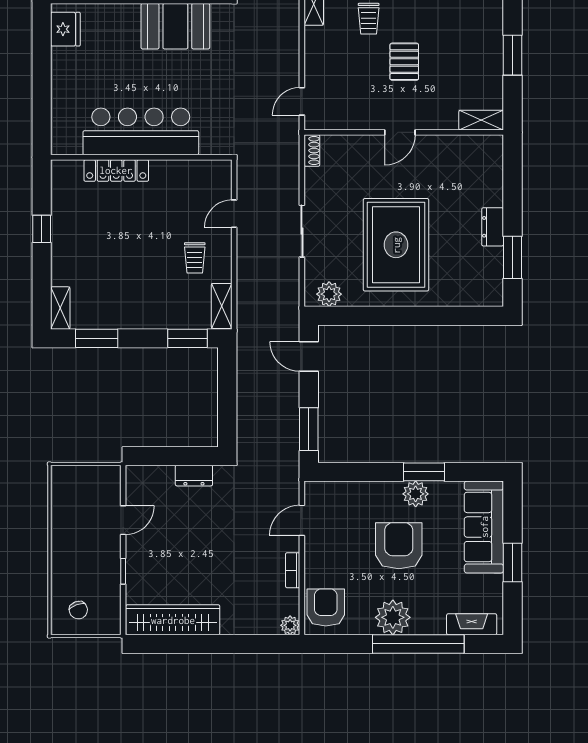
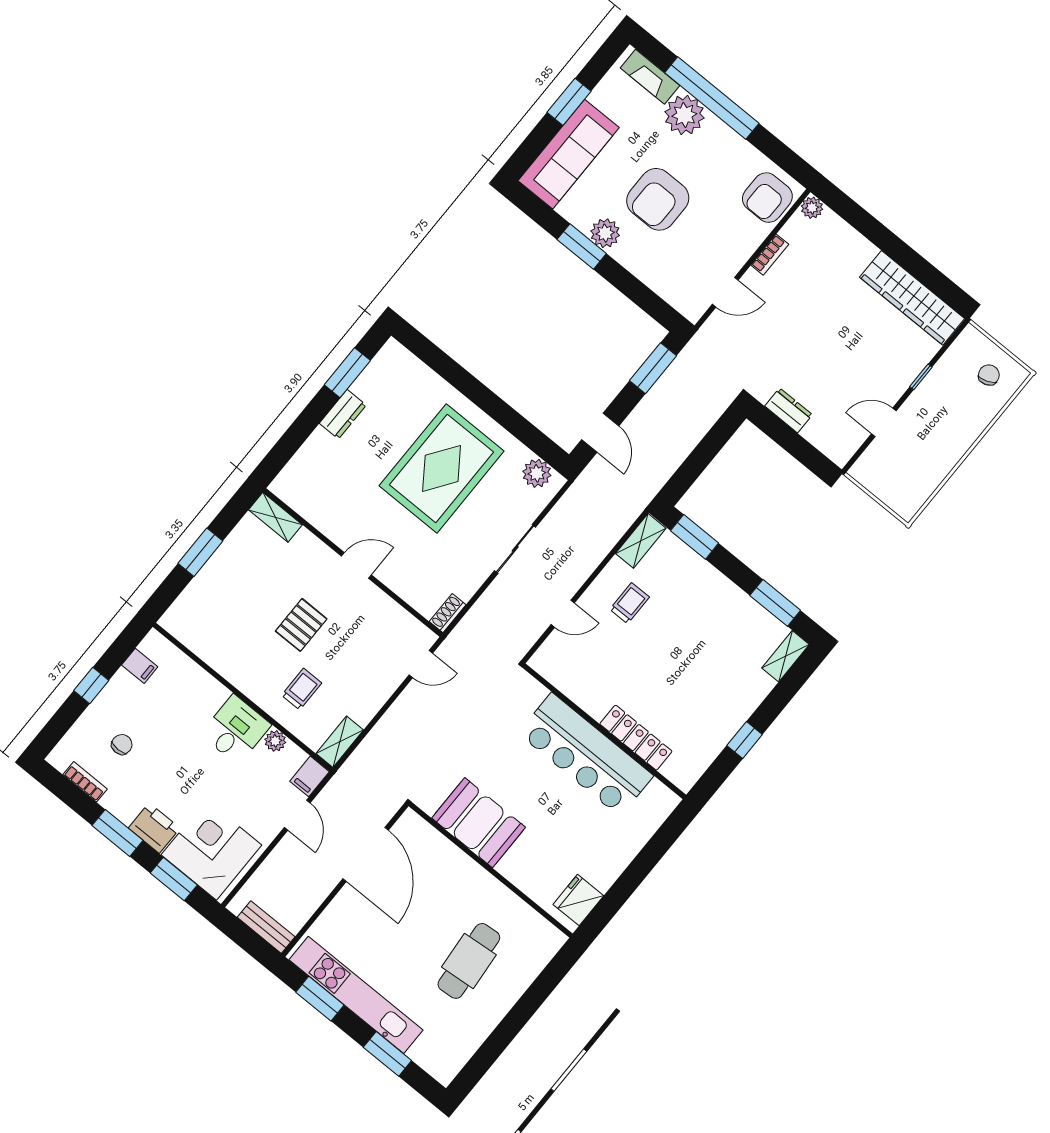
plant: (393, 617) -> (684, 115), moved

